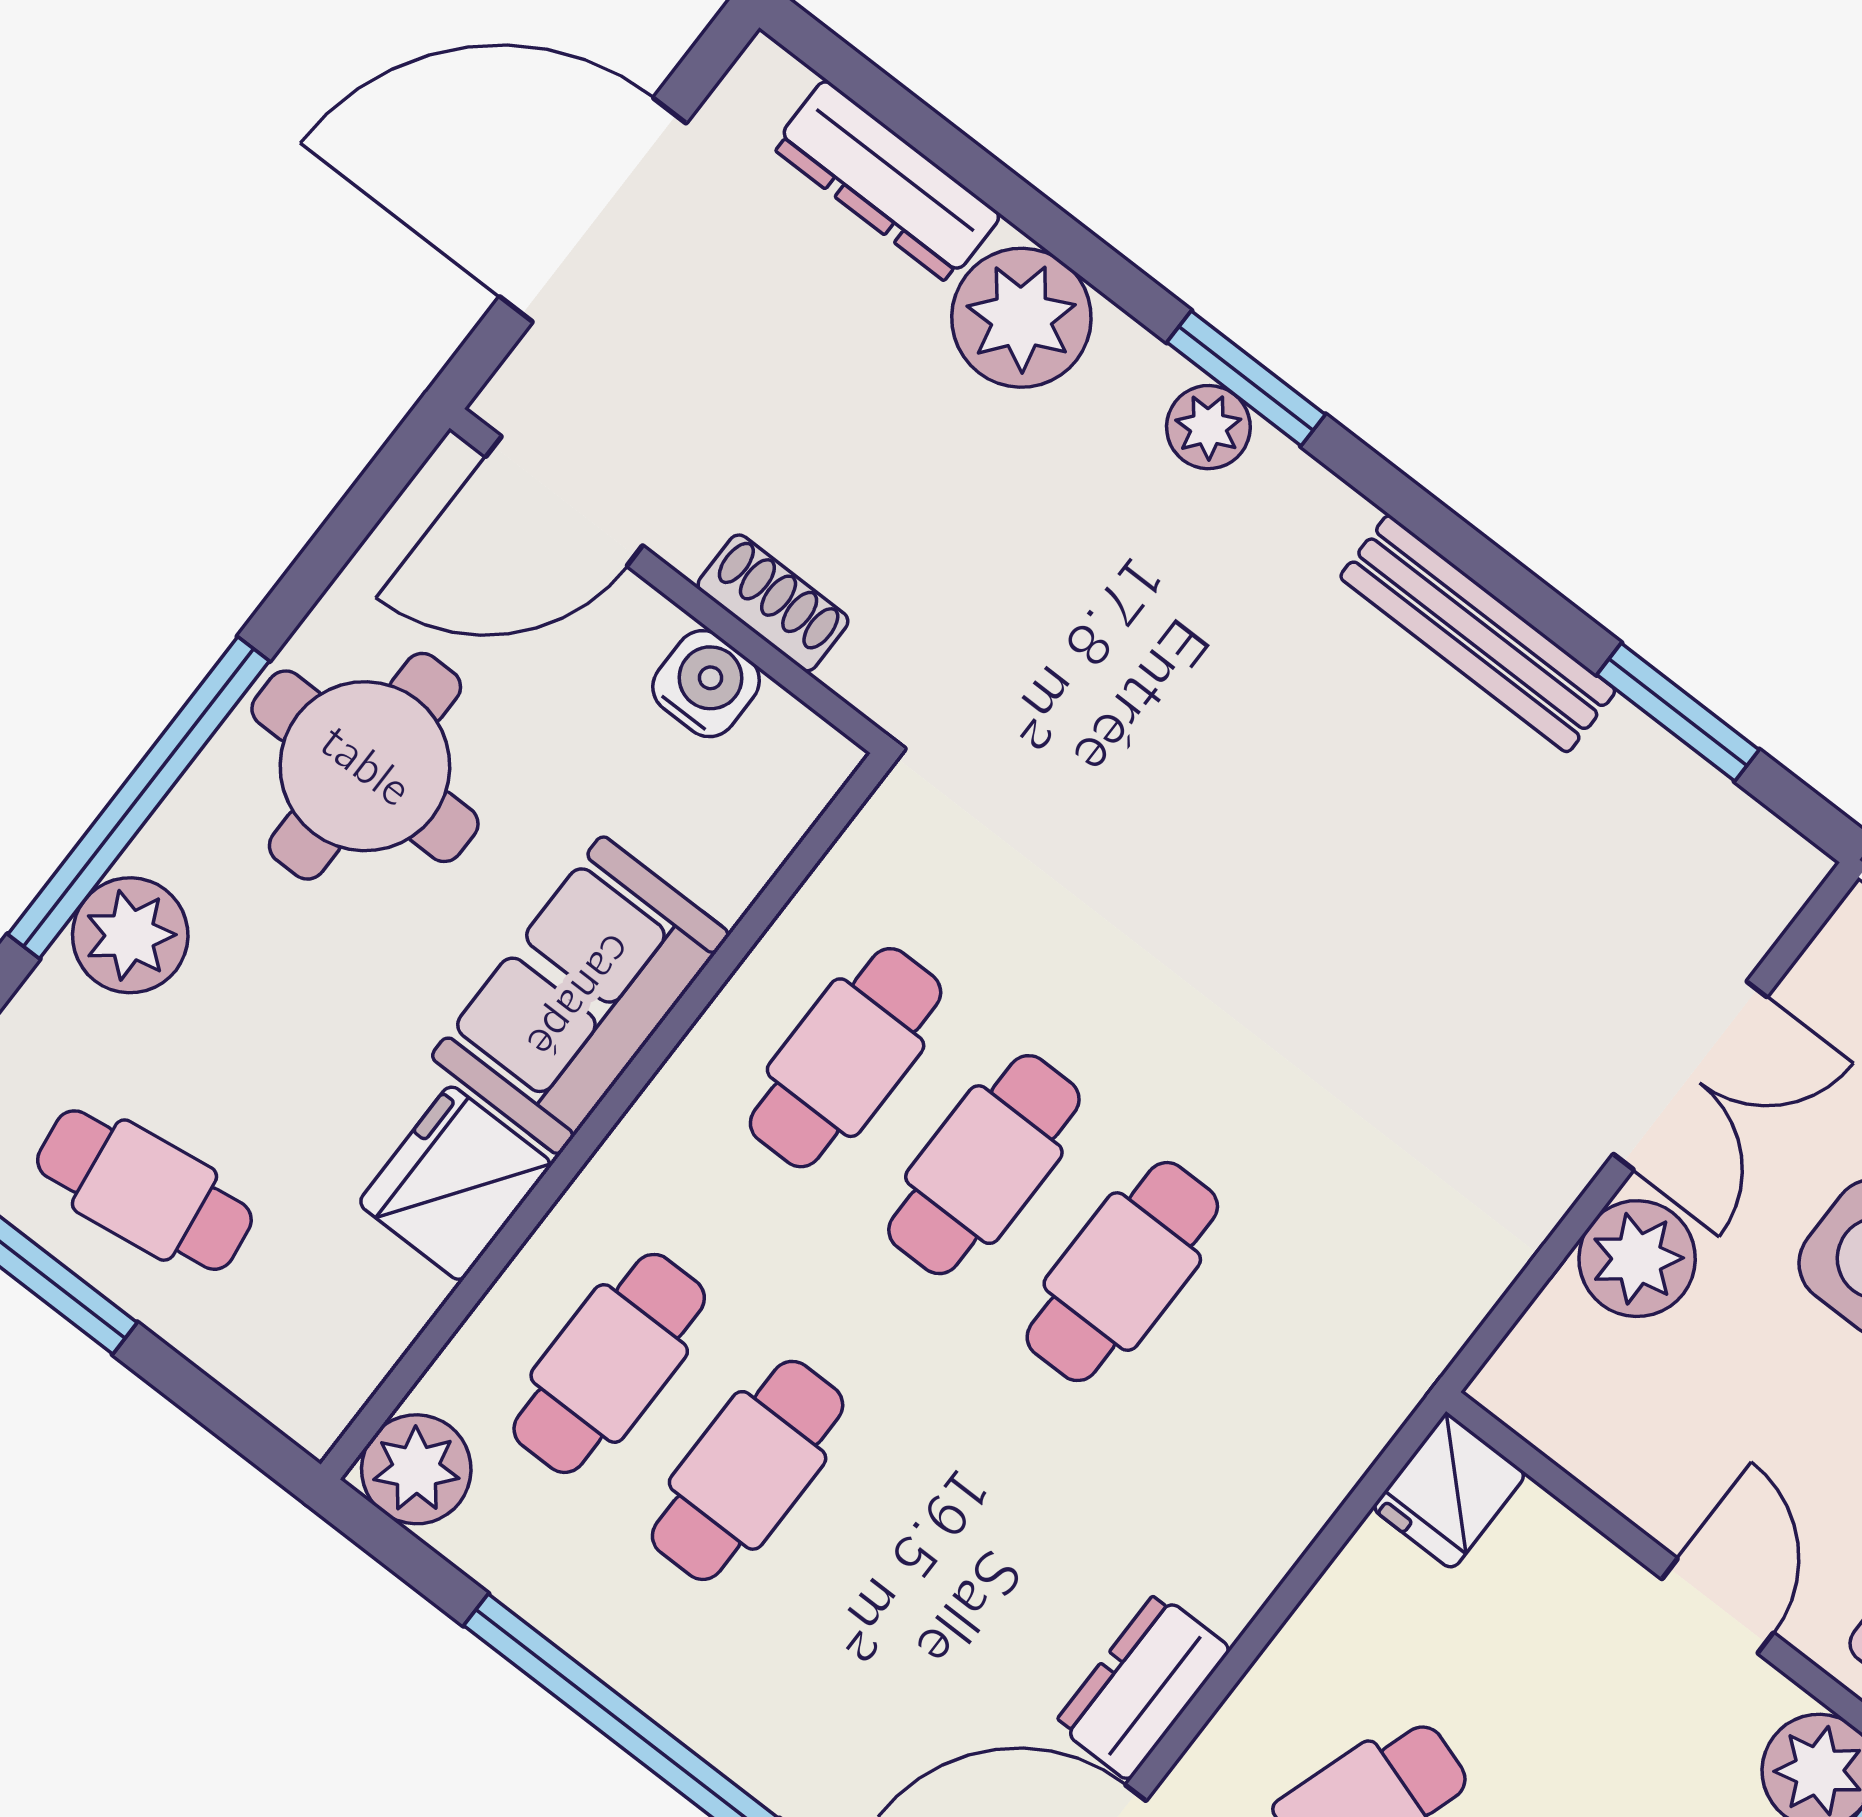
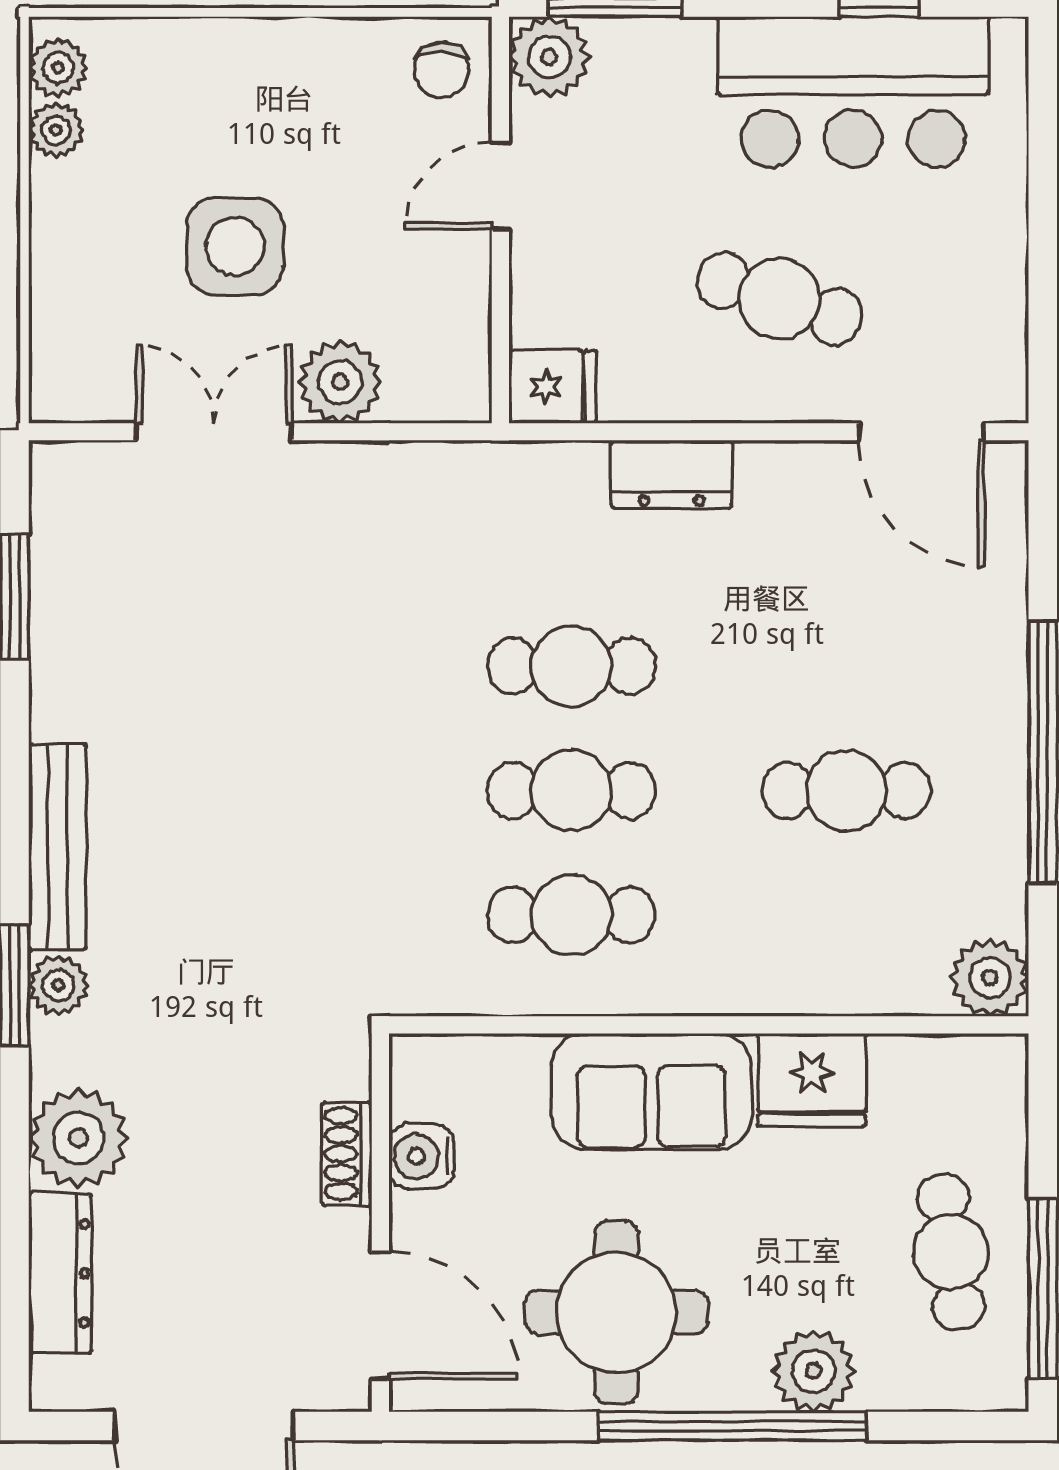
bench: (1478, 634) -> (58, 847), moved
cafe table: (609, 1363) -> (846, 915), removed
dresser: (1143, 1686) -> (672, 474), moved

